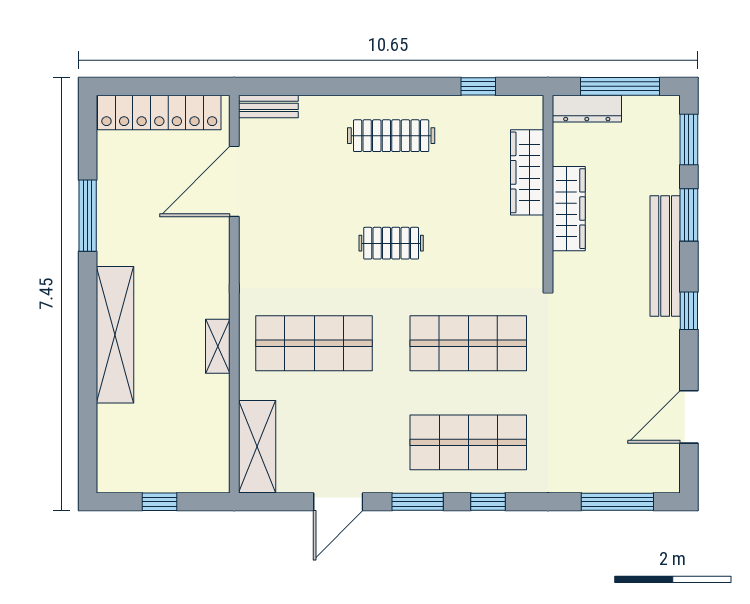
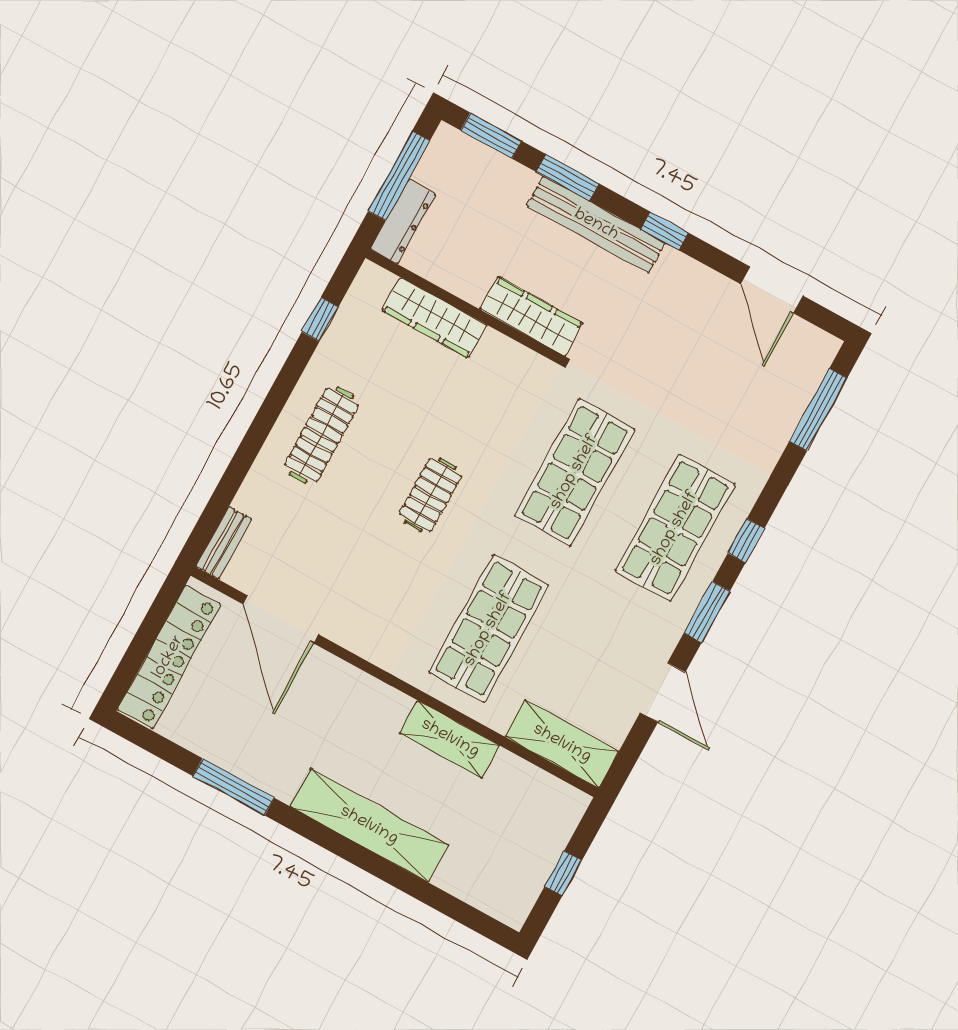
wardrobe: (569, 209) -> (532, 316), moved
shelving: (218, 346) -> (450, 739), width x1.50, depth x1.33

